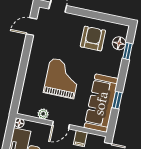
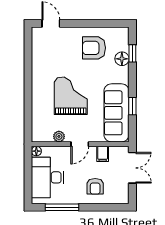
door: (32, 27) -> (28, 49), removed
armchair: (93, 39) -> (94, 48), turned -90
floor lamp: (119, 43) -> (122, 59), moved

